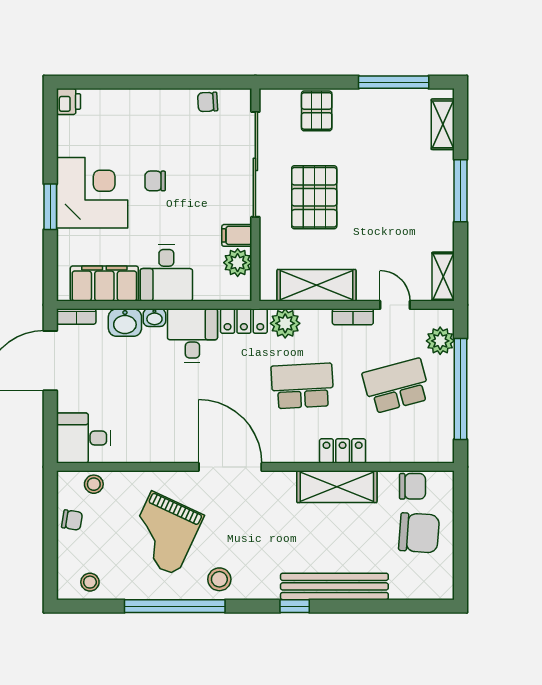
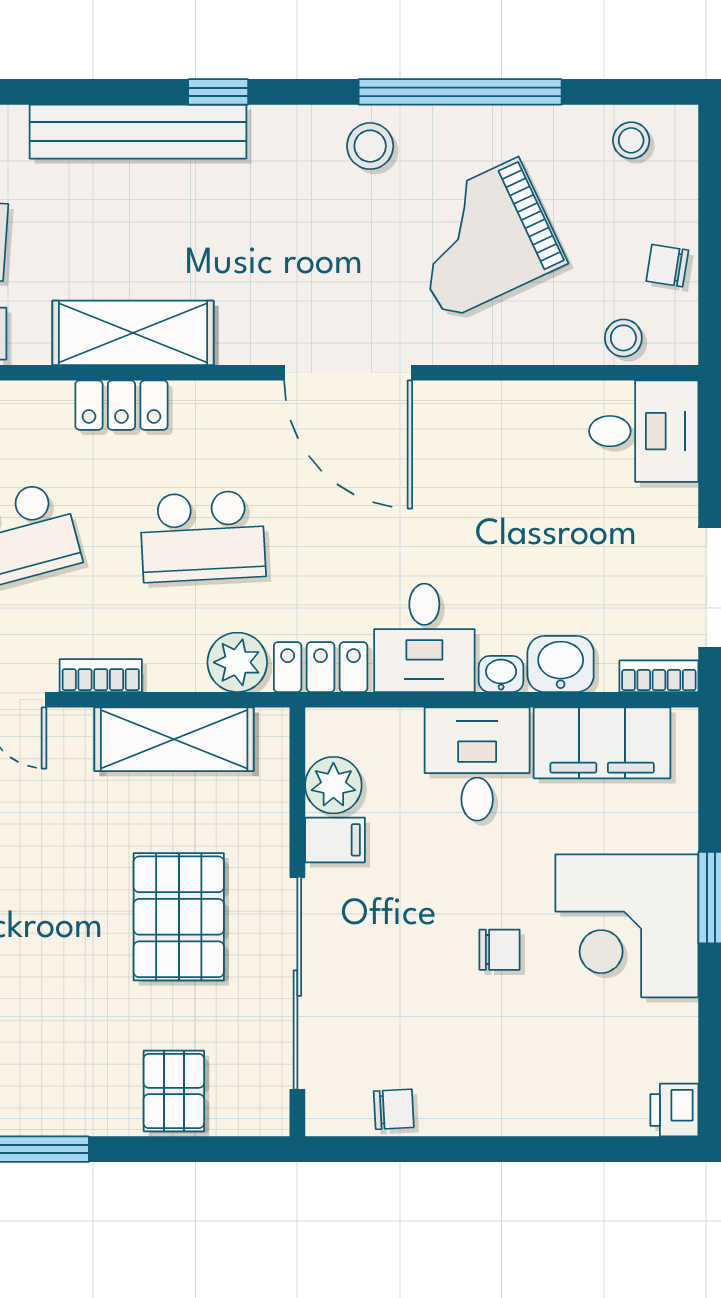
grand piano: (164, 533) -> (482, 239), turned -140

